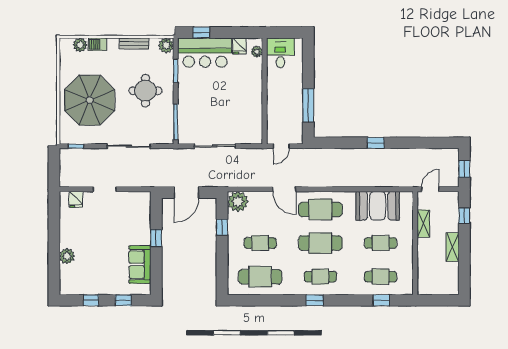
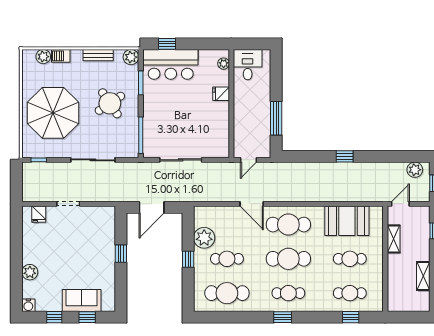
fridge: (239, 46) -> (221, 94), moved, turned 90
round table: (145, 91) -> (110, 103), turned -34
plant: (444, 156) -> (415, 170), added
plant: (238, 202) -> (204, 238), moved
window: (222, 227) -> (188, 259), moved
shelving: (453, 247) -> (423, 276), moved
sofa: (140, 264) -> (82, 301), moved, turned 90
water cooler: (66, 289) -> (28, 305), added

